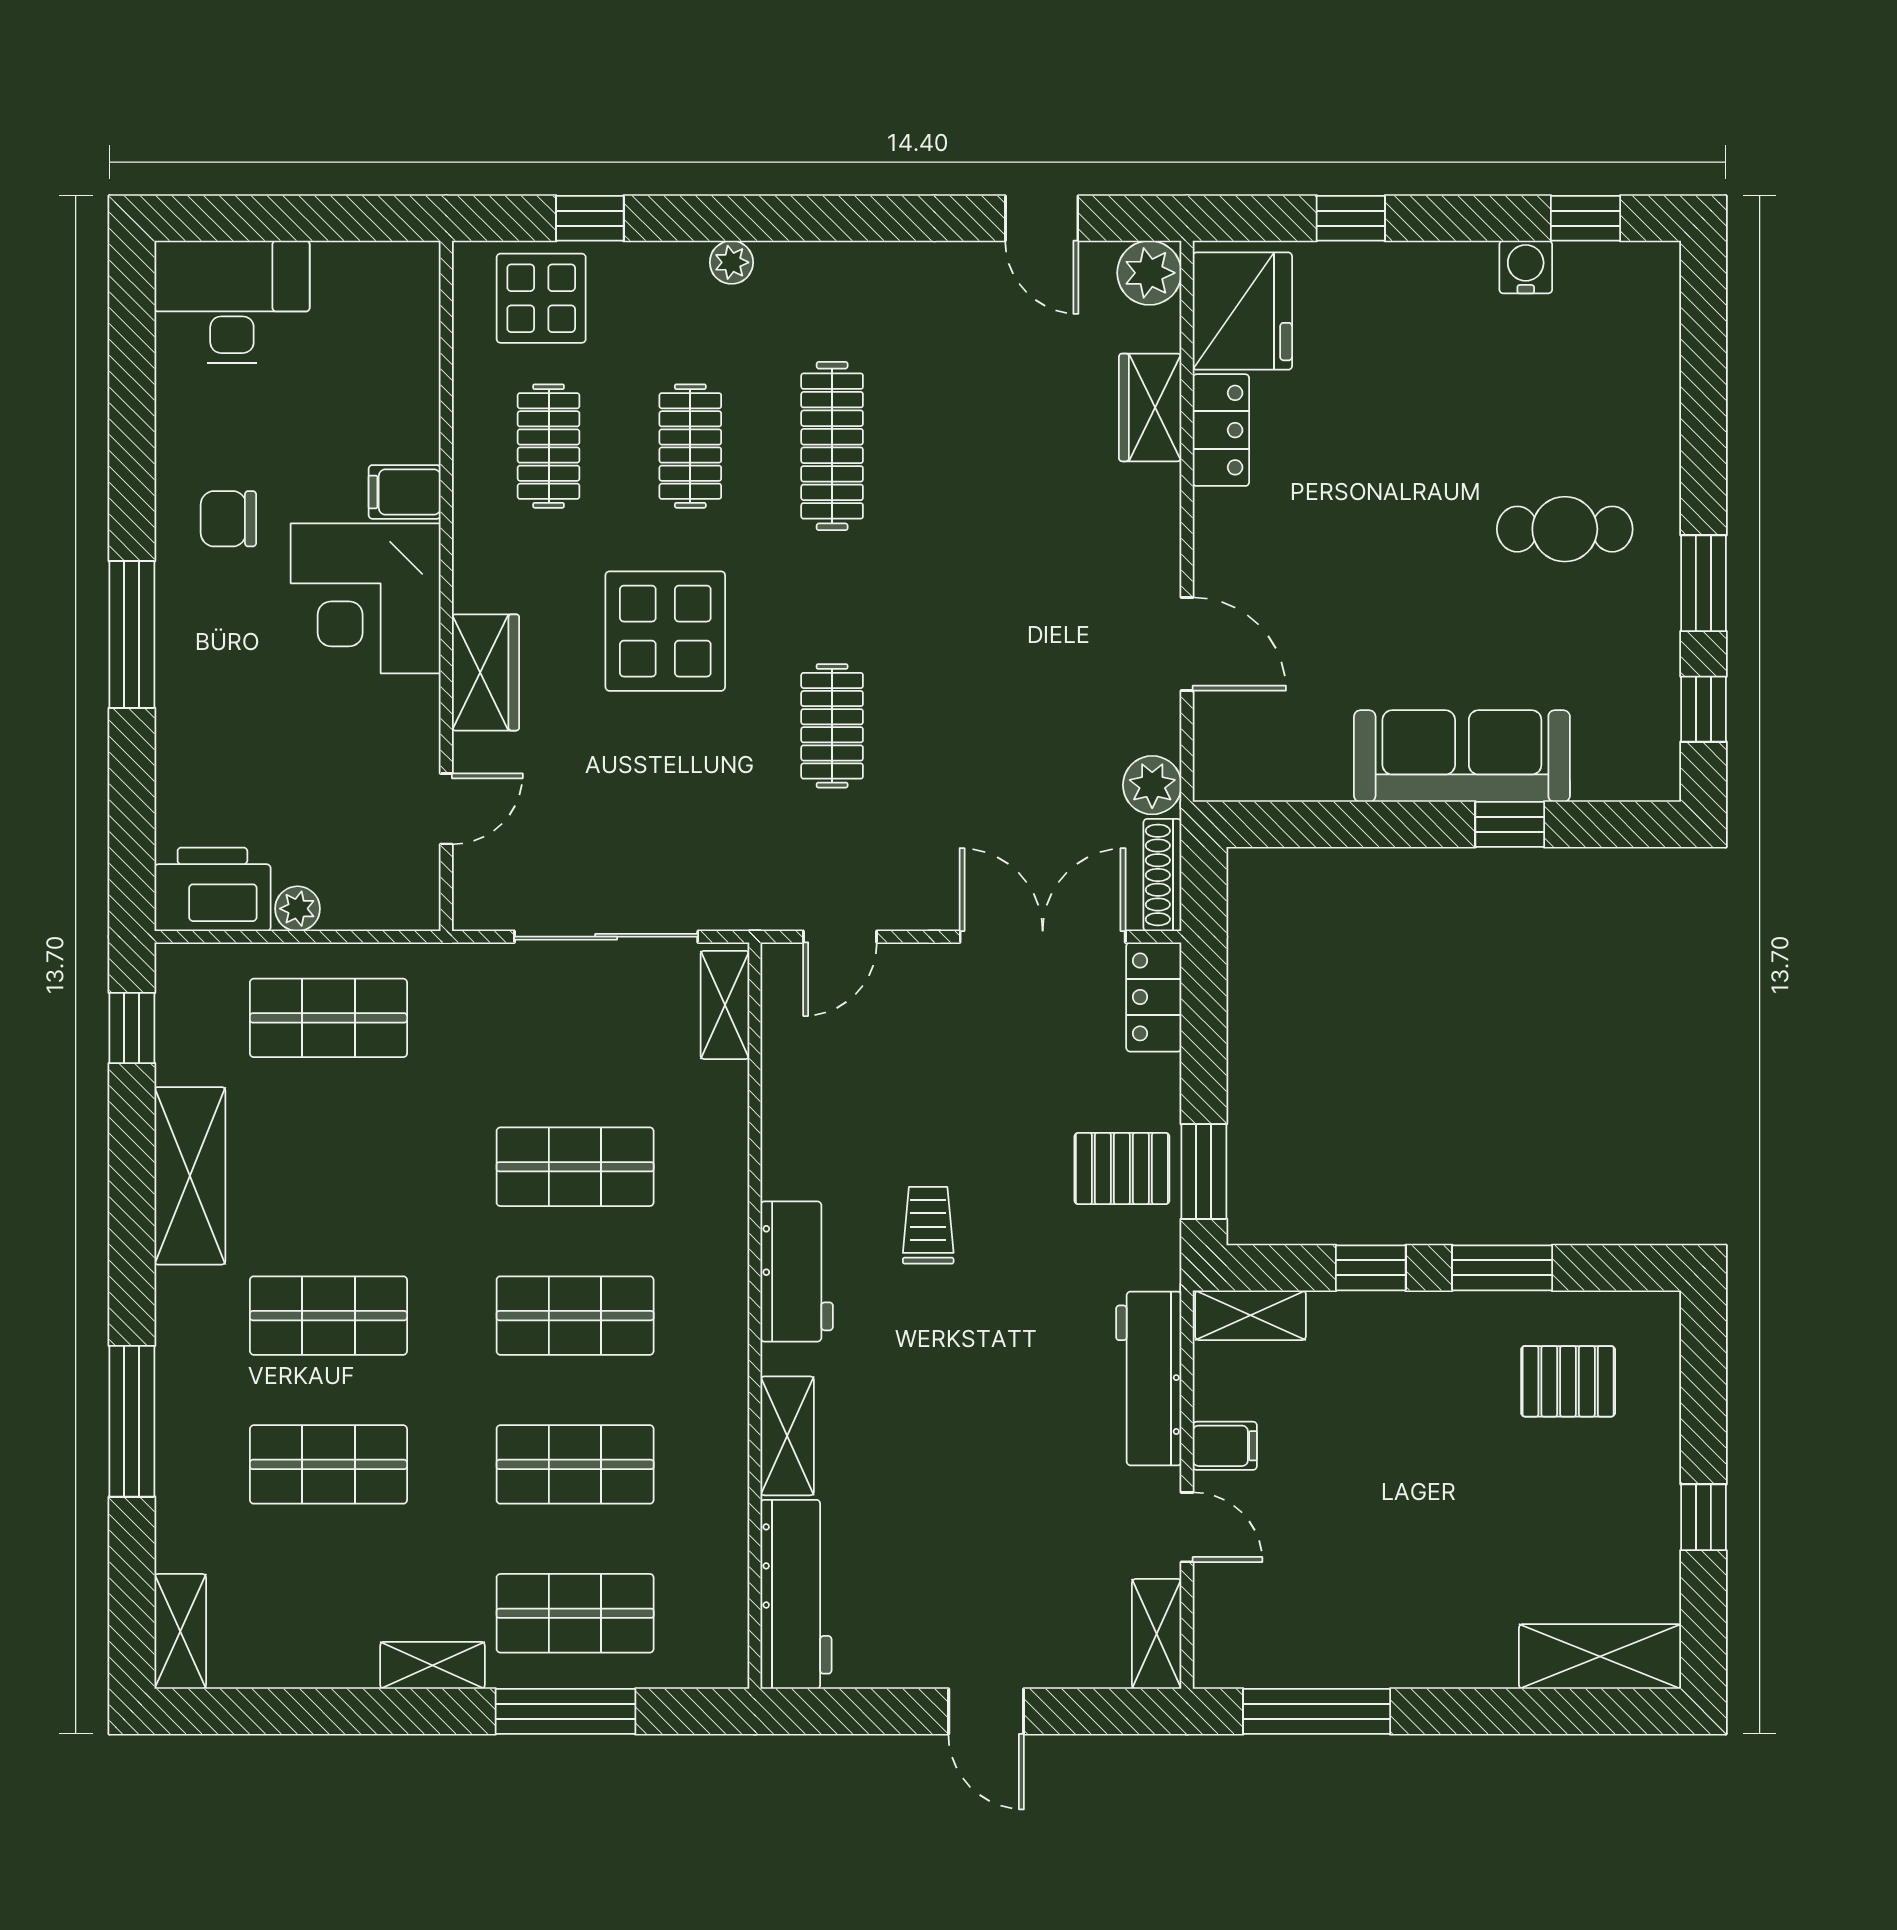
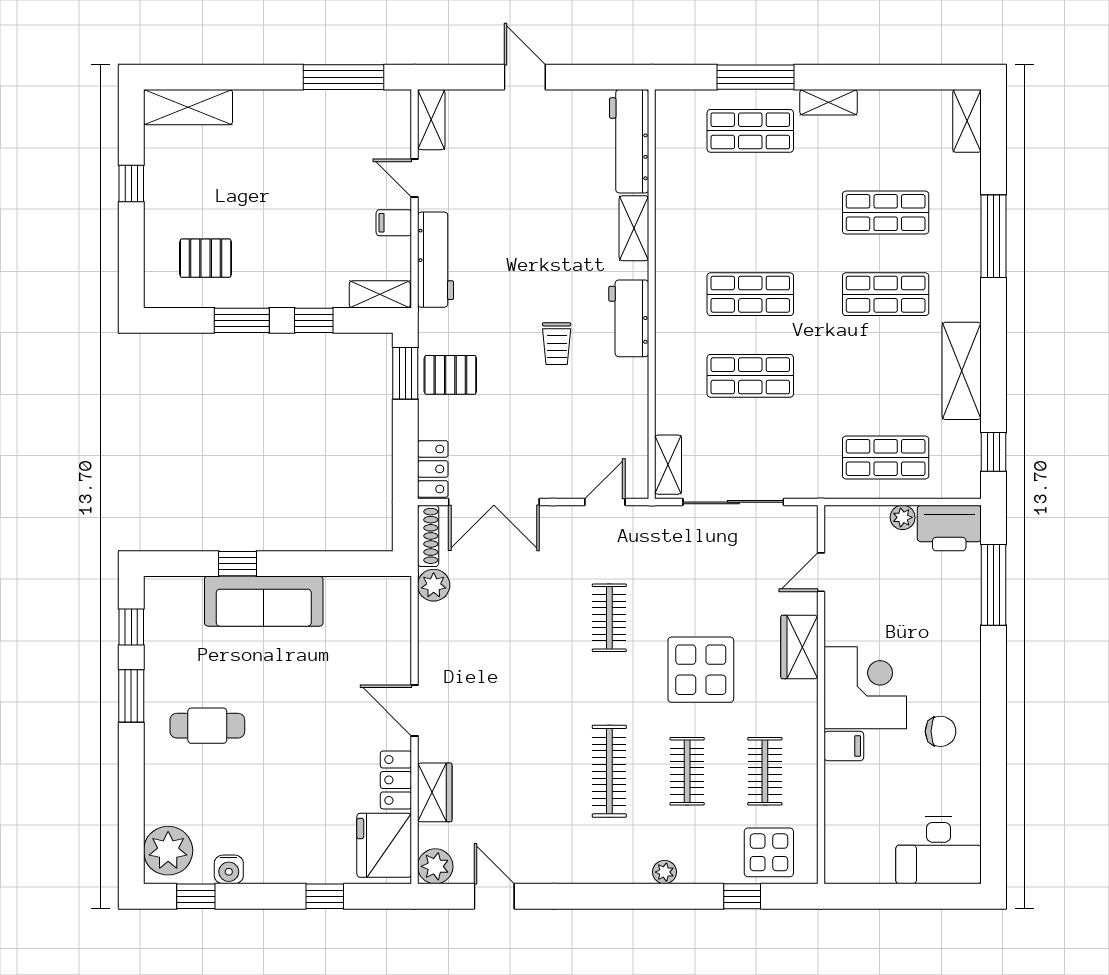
plant: (1636, 301) -> (168, 851), added
window: (132, 634) -> (993, 585), moved
door: (1187, 644) -> (415, 710), moved
shop shelf: (575, 1464) -> (750, 213), removed

